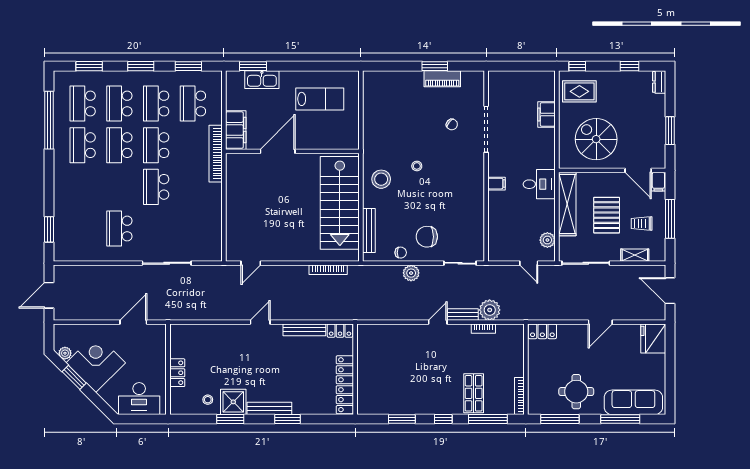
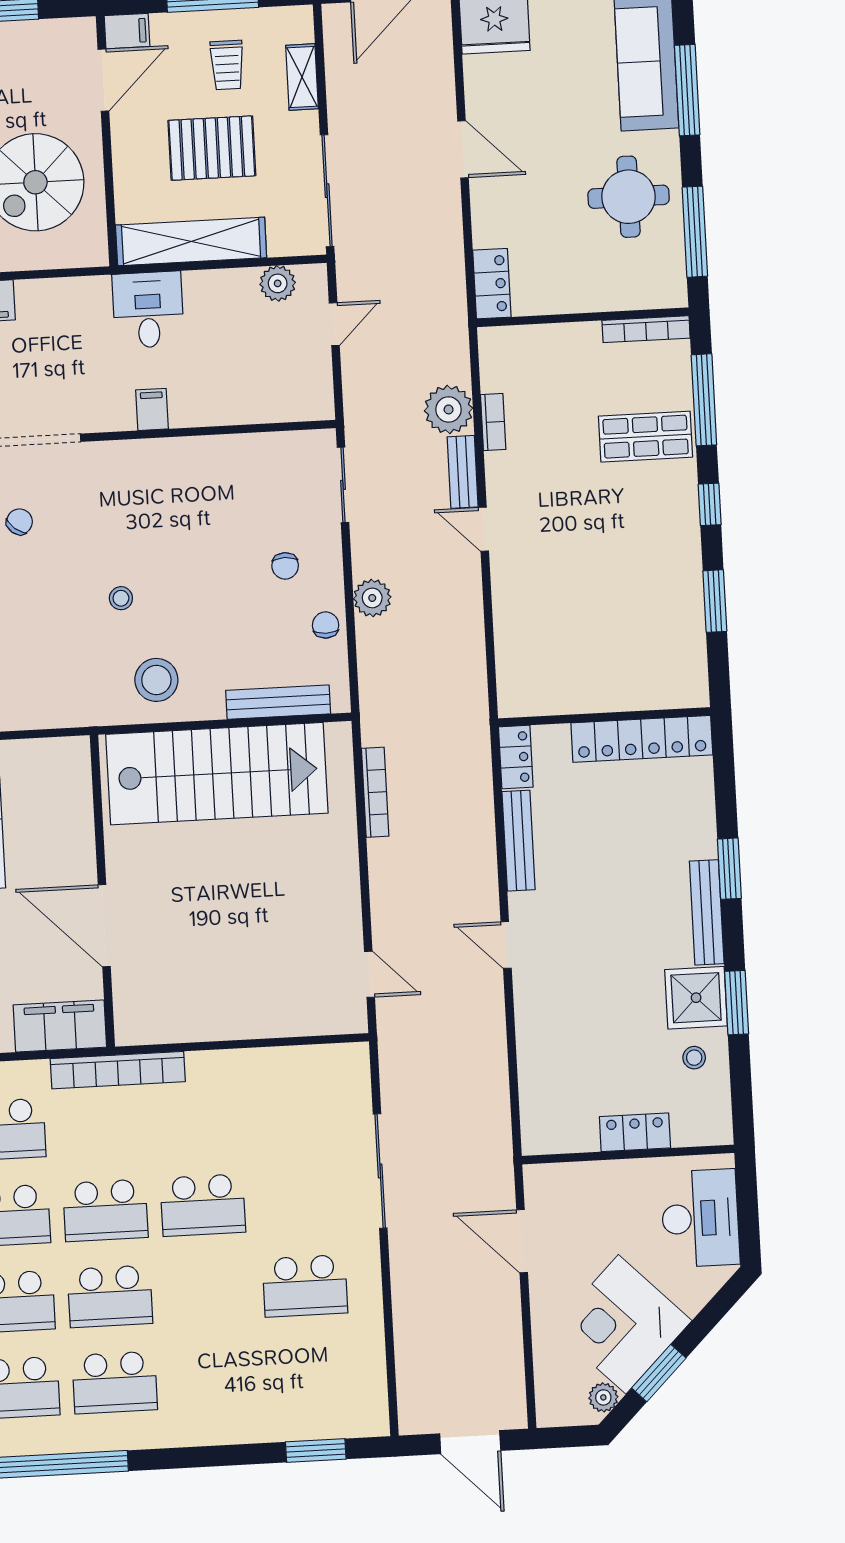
chair: (427, 237) -> (285, 566), width x0.54, depth x0.54

